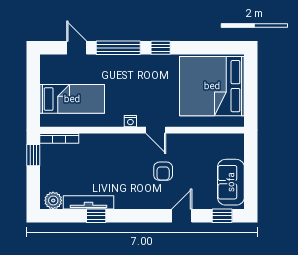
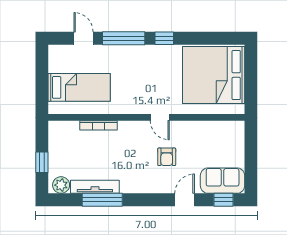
nightstand: (130, 121) -> (135, 109), removed
bookcase: (59, 138) -> (98, 125), moved
window: (33, 155) -> (42, 162), moved
sofa: (231, 182) -> (223, 181), moved, turned 90
window: (96, 216) -> (102, 200), width x2.17

